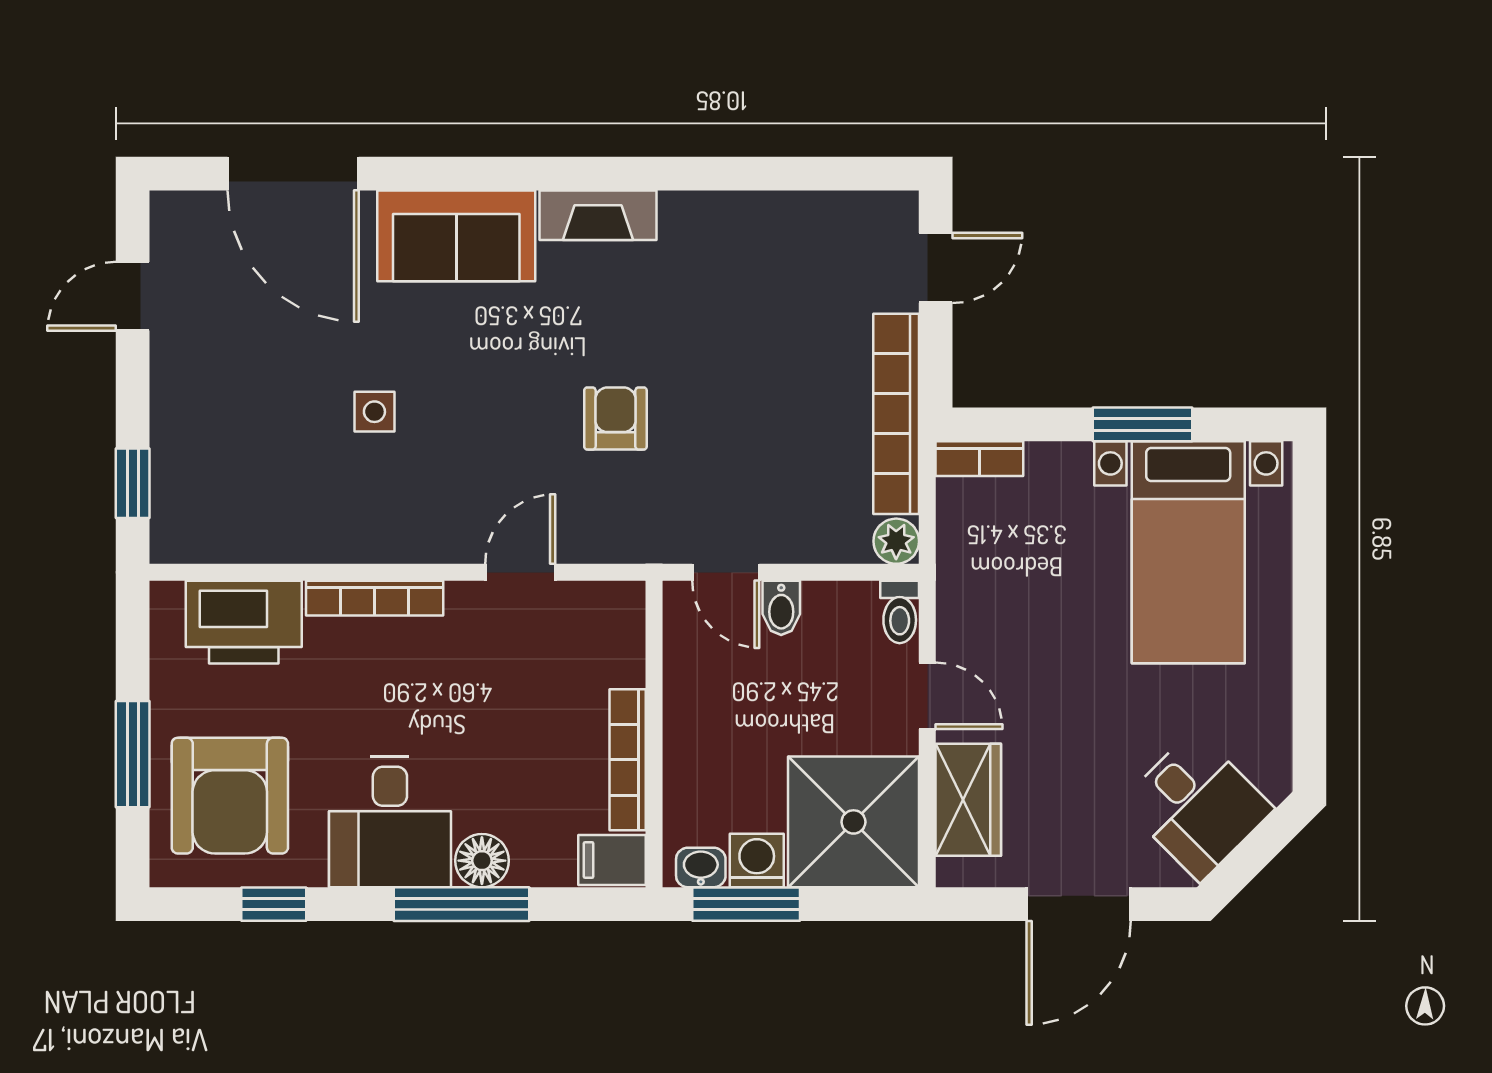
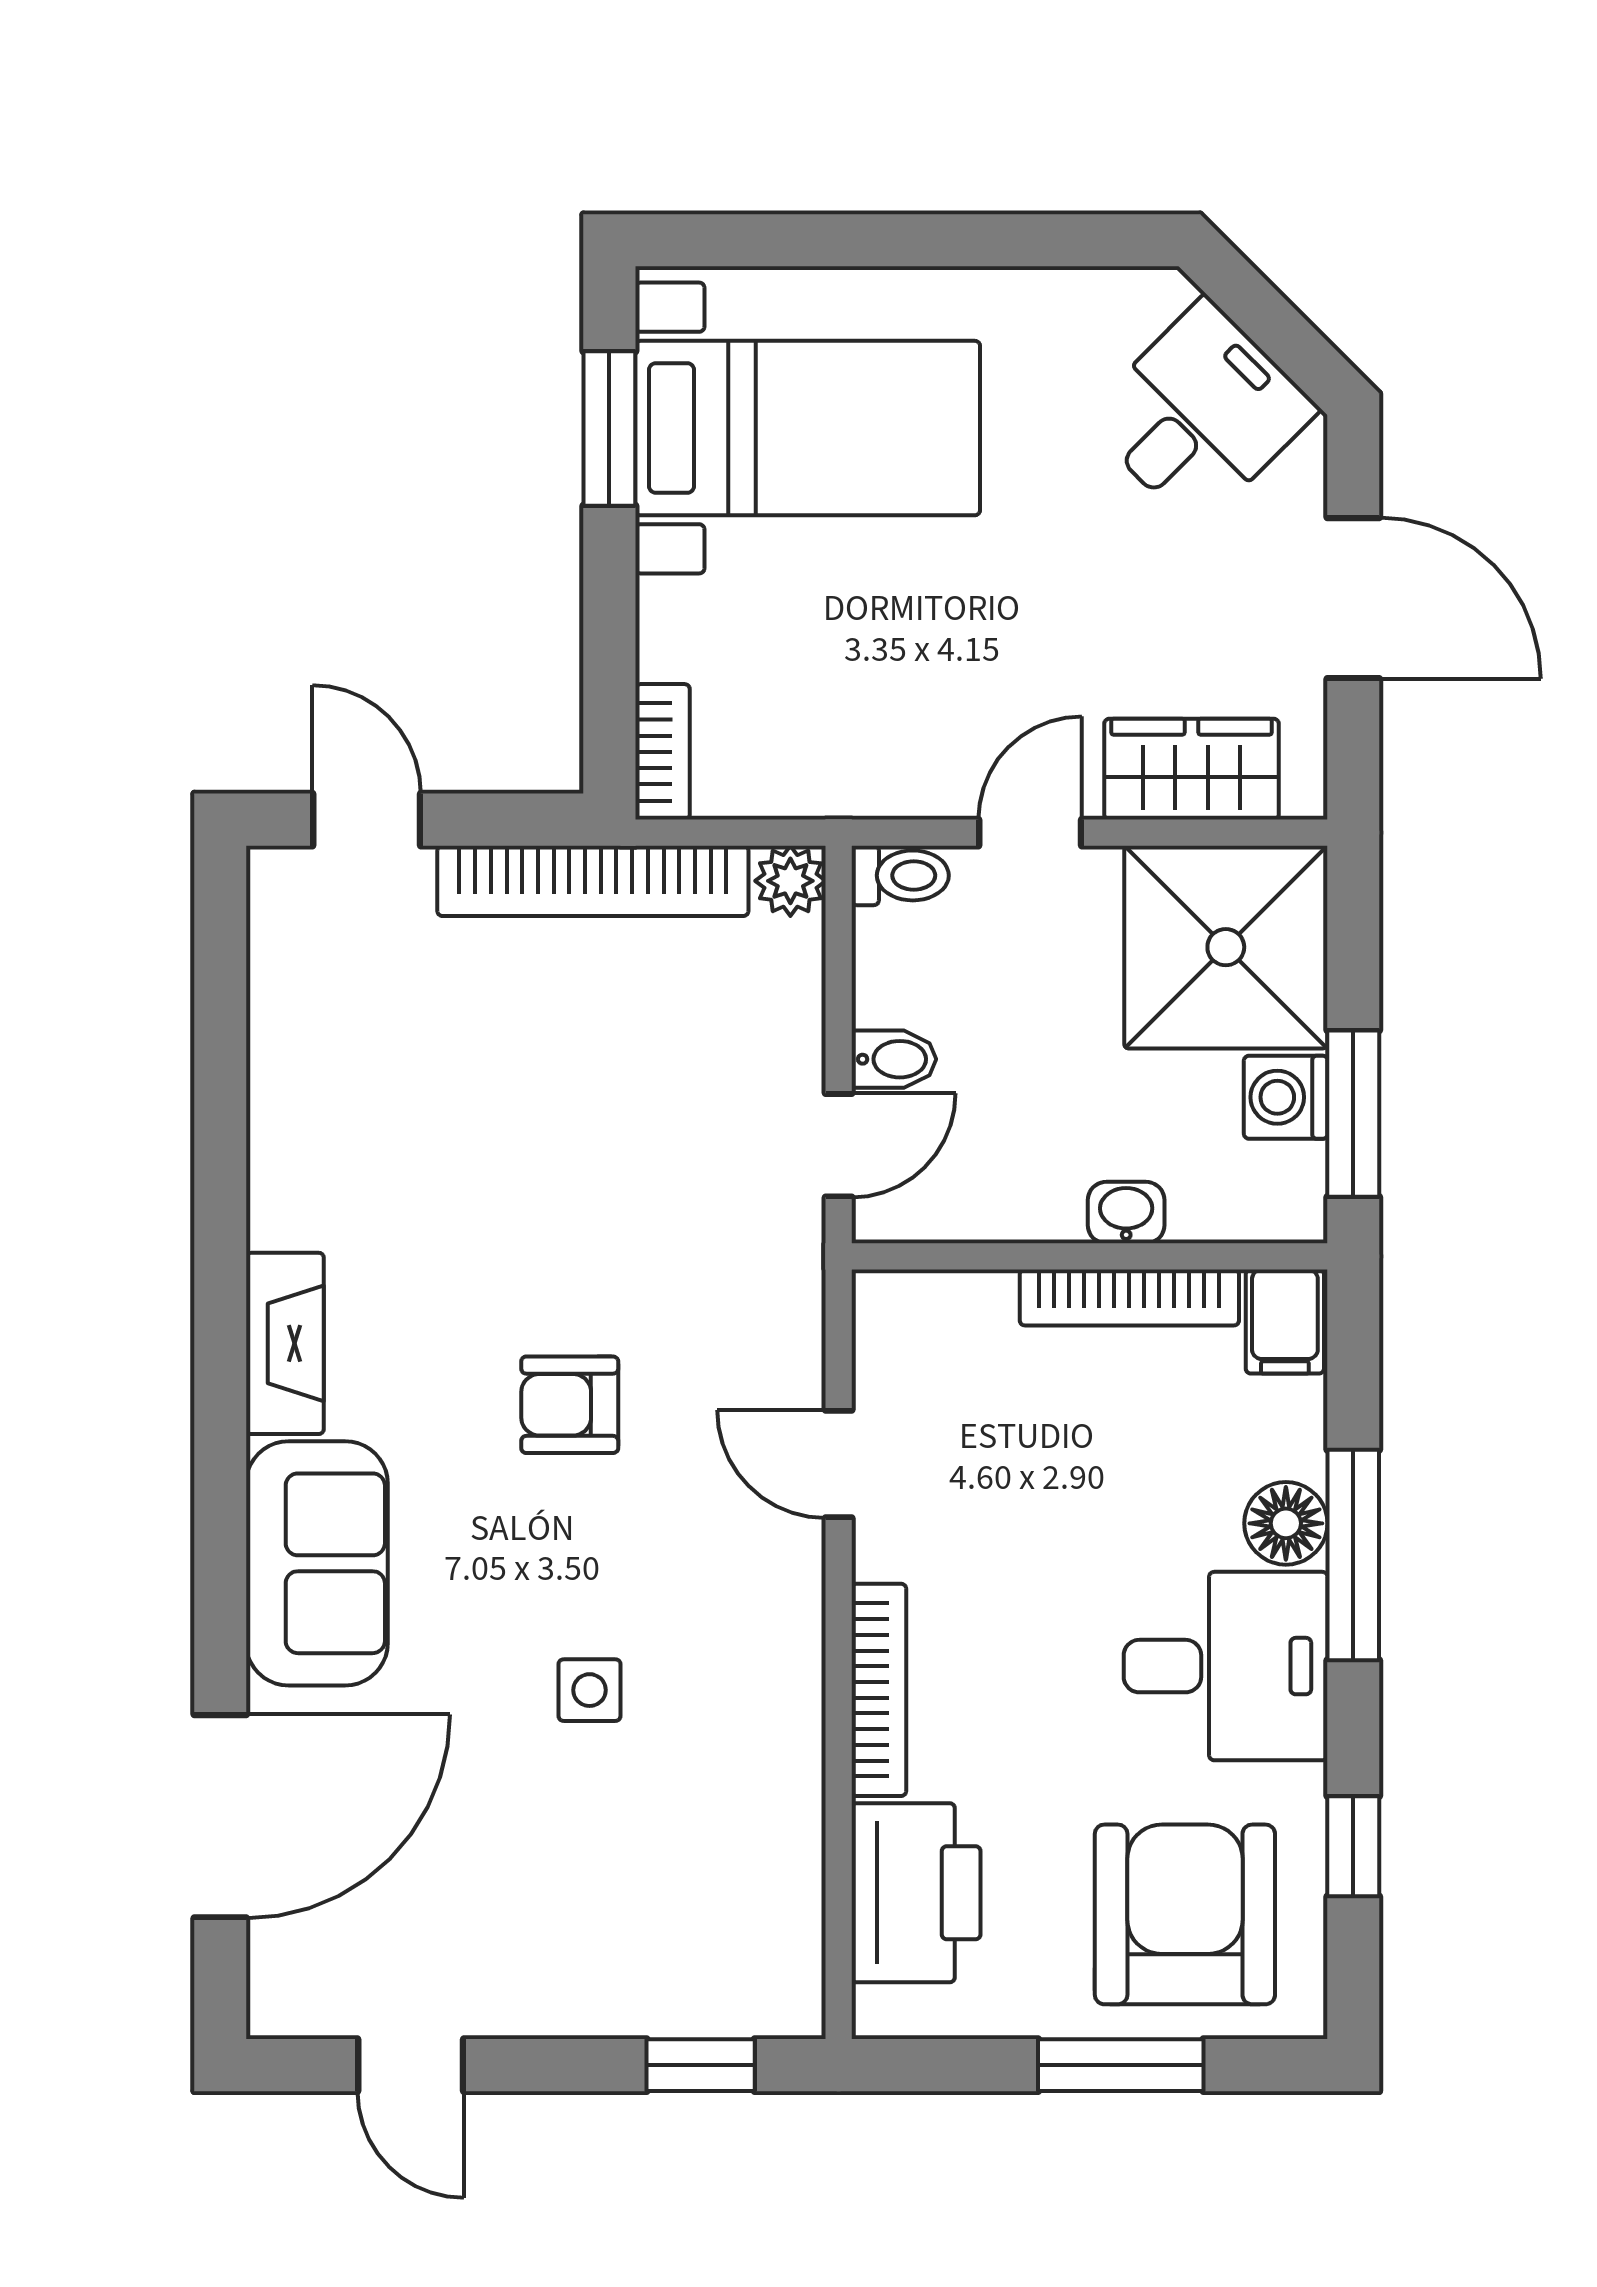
armchair: (615, 418) -> (570, 1405), moved
window: (1143, 424) -> (609, 429), moved
armchair: (230, 796) -> (1185, 1914), turned -90
washbasin: (701, 867) -> (1126, 1213), moved, turned 90

